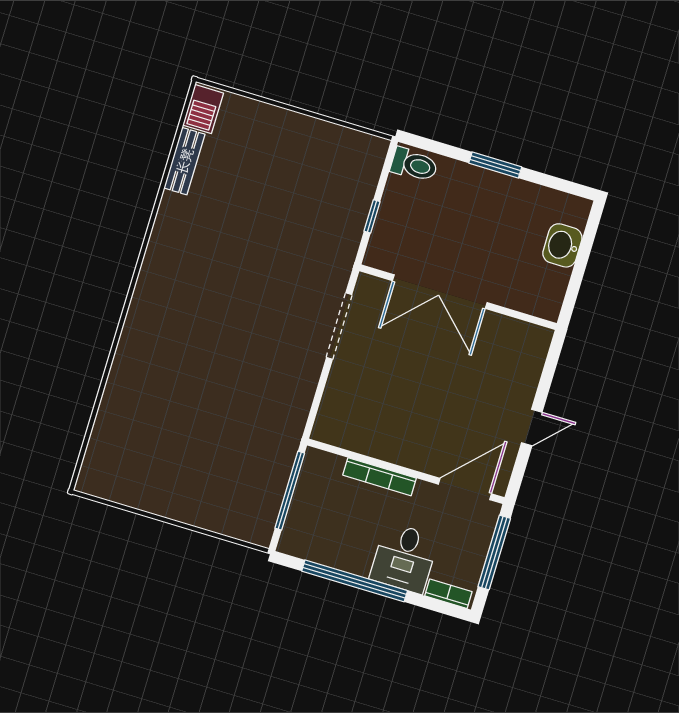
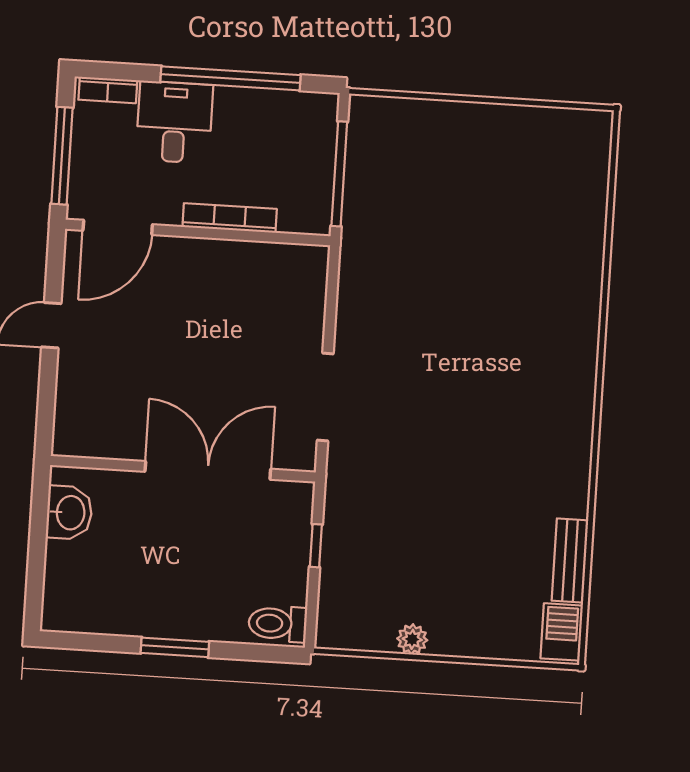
plant: (316, 130) -> (412, 639), added
washbasin: (562, 245) -> (69, 513), moved

